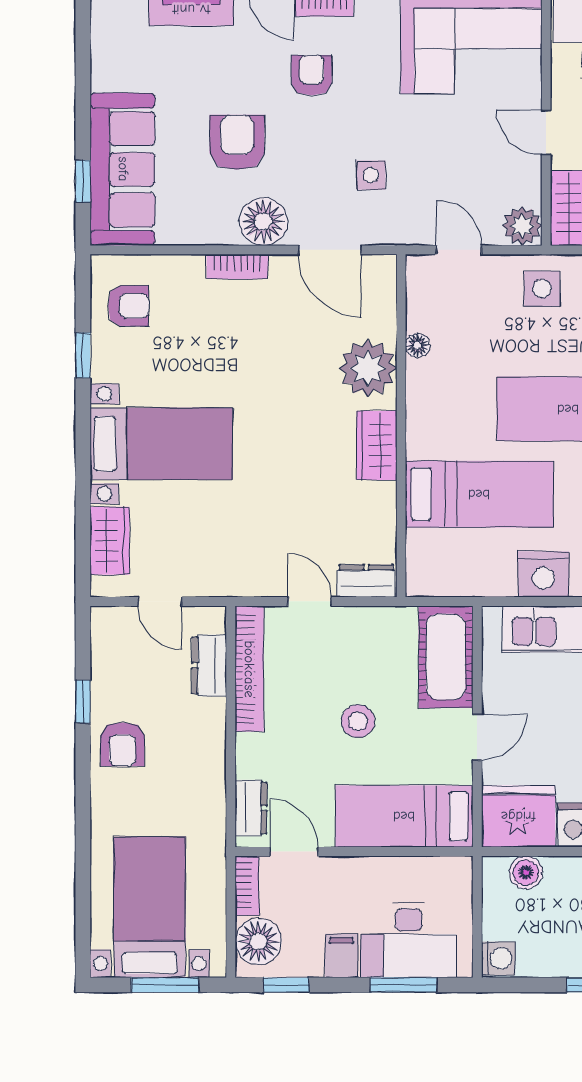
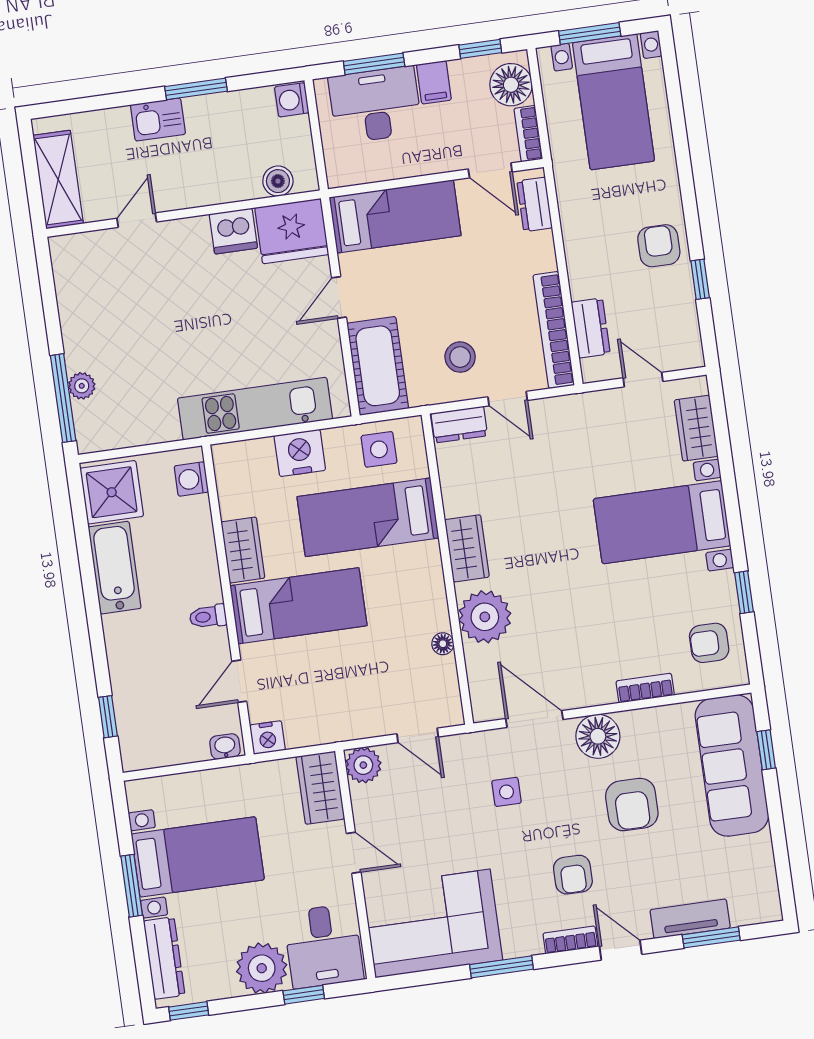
bookcase: (237, 267) -> (645, 688), moved
side table: (542, 289) -> (379, 449), moved
stool: (358, 721) -> (460, 357), moved

